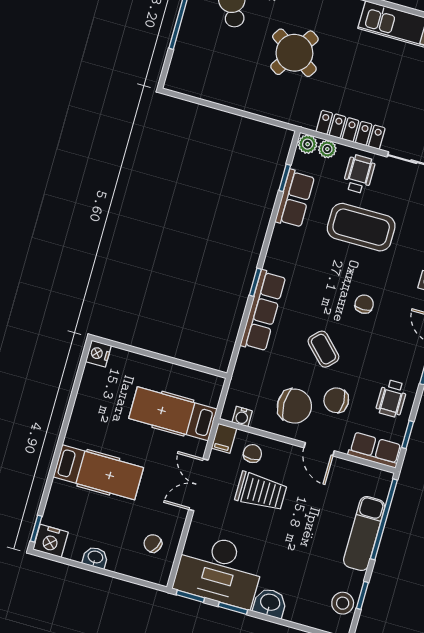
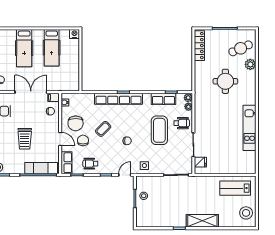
round table: (294, 53) -> (225, 81), turned -33
locker: (351, 130) -> (199, 46), moved
row of seats: (263, 311) -> (119, 99), width x1.36
hospital bed: (173, 414) -> (52, 48), moved, turned 180
door: (319, 449) -> (60, 139), swing flipped
double door: (198, 485) -> (31, 92), width x1.37
trolley: (261, 492) -> (25, 139), moved
exam couch: (364, 534) -> (41, 168), moved

